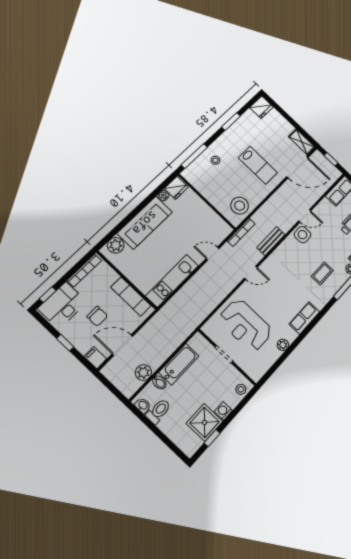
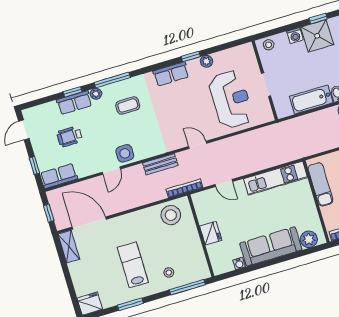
lab bench: (258, 165) -> (133, 265), moved
fridge: (176, 188) -> (211, 233), moved, turned 90
door: (305, 216) -> (111, 171), swing flipped
window: (297, 341) -> (191, 57), added

